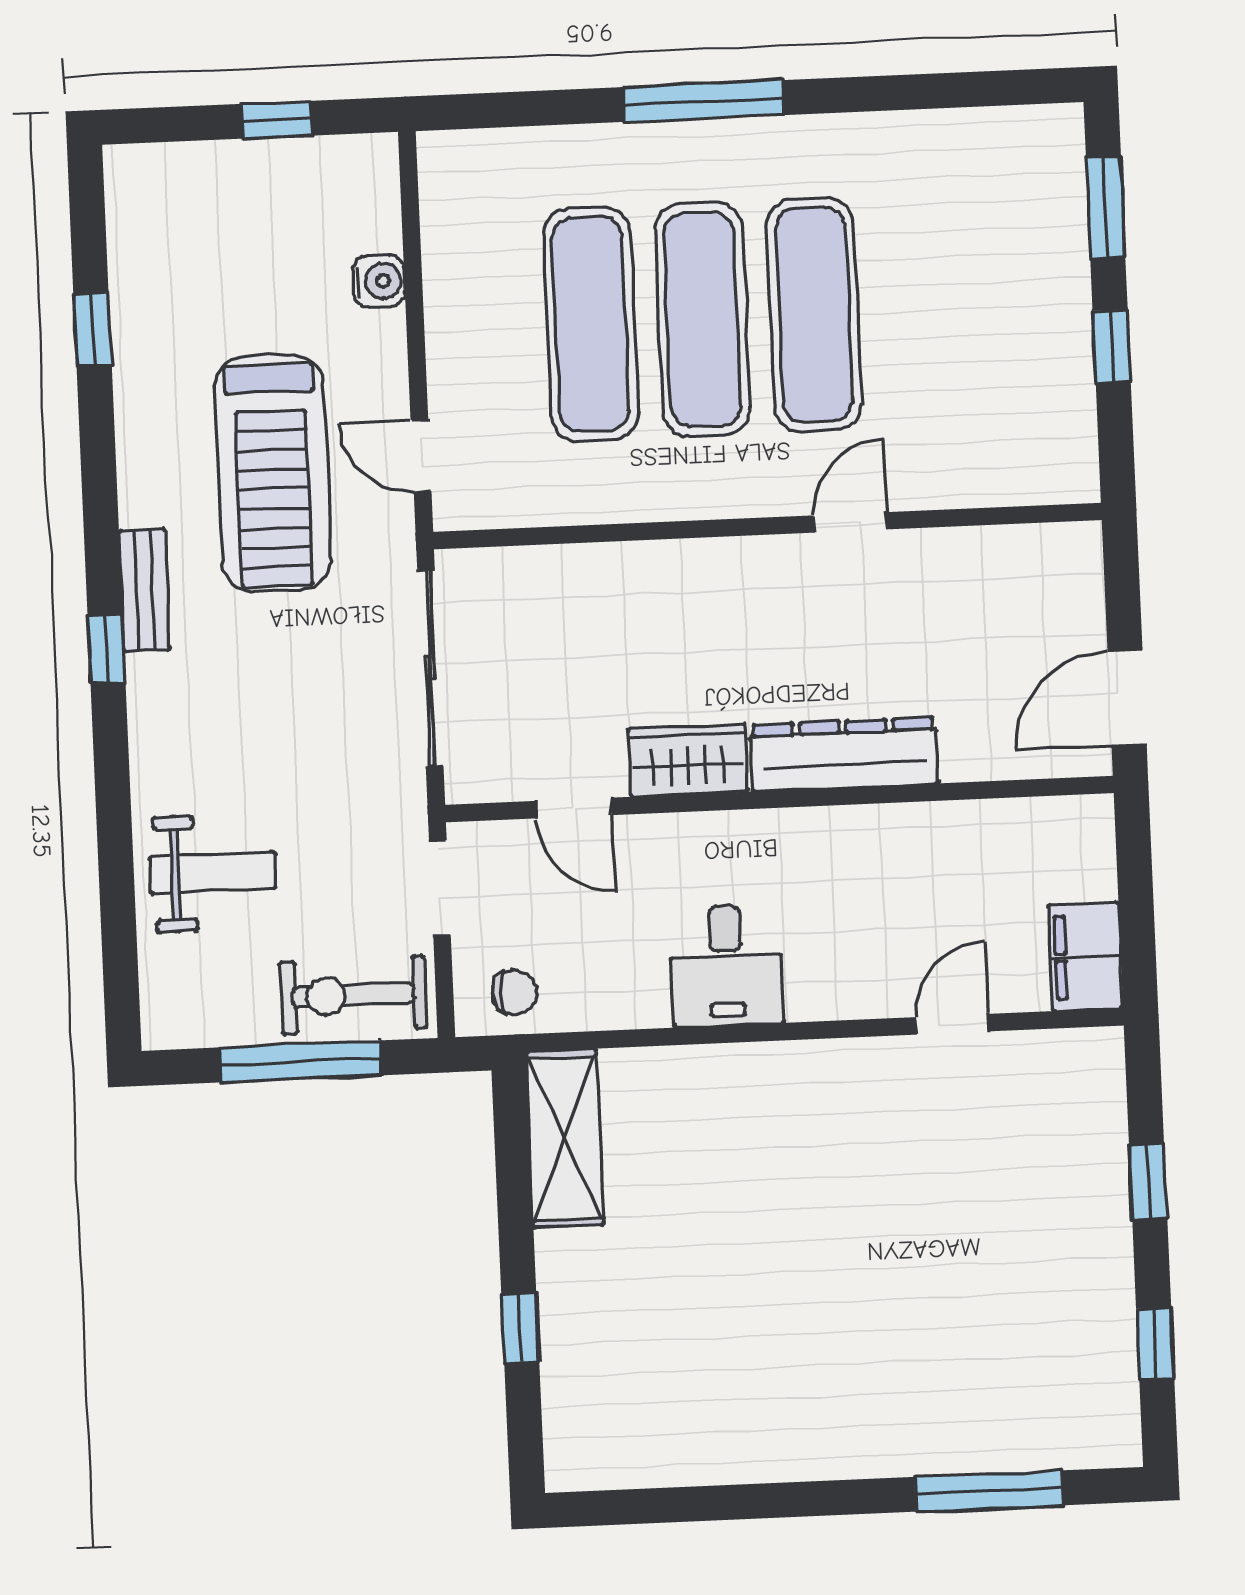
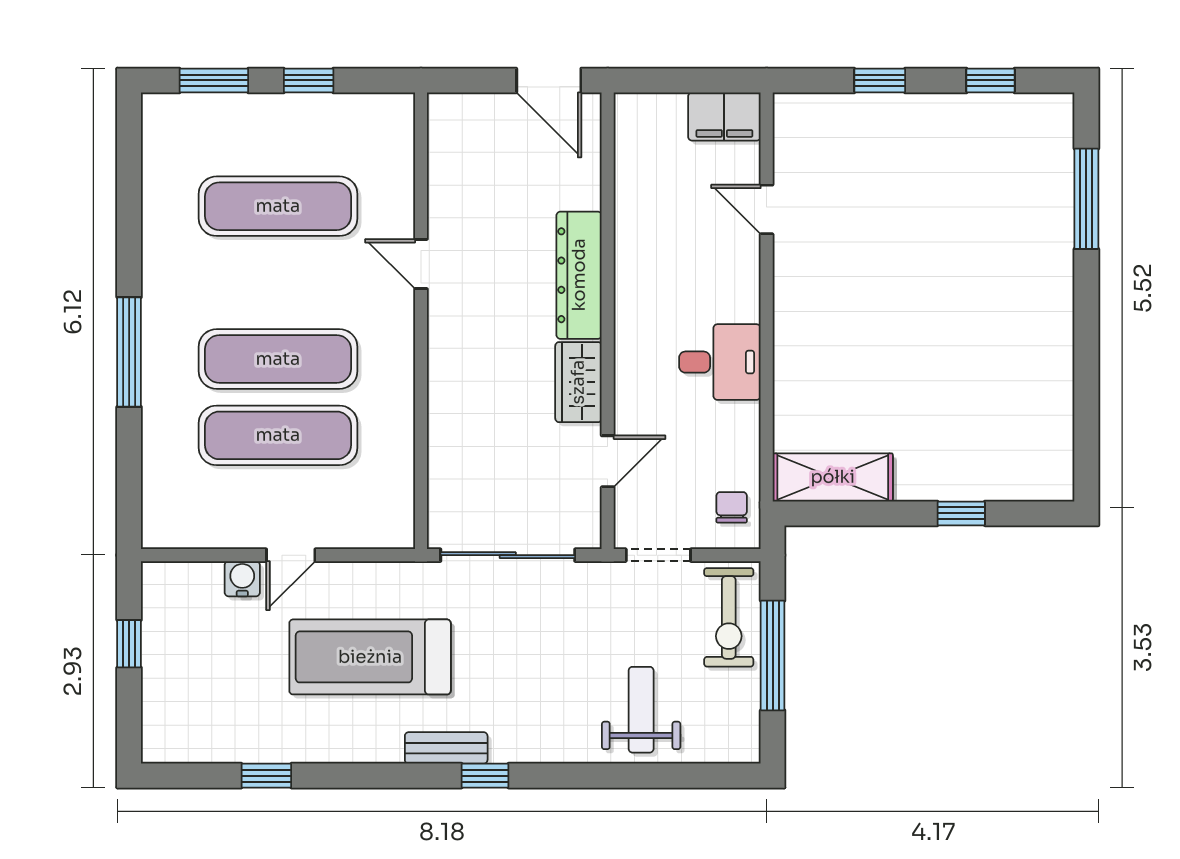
exercise mat: (814, 314) -> (278, 206), moved
door: (421, 456) -> (291, 555), moved
treadmill: (273, 473) -> (370, 657), turned 180

